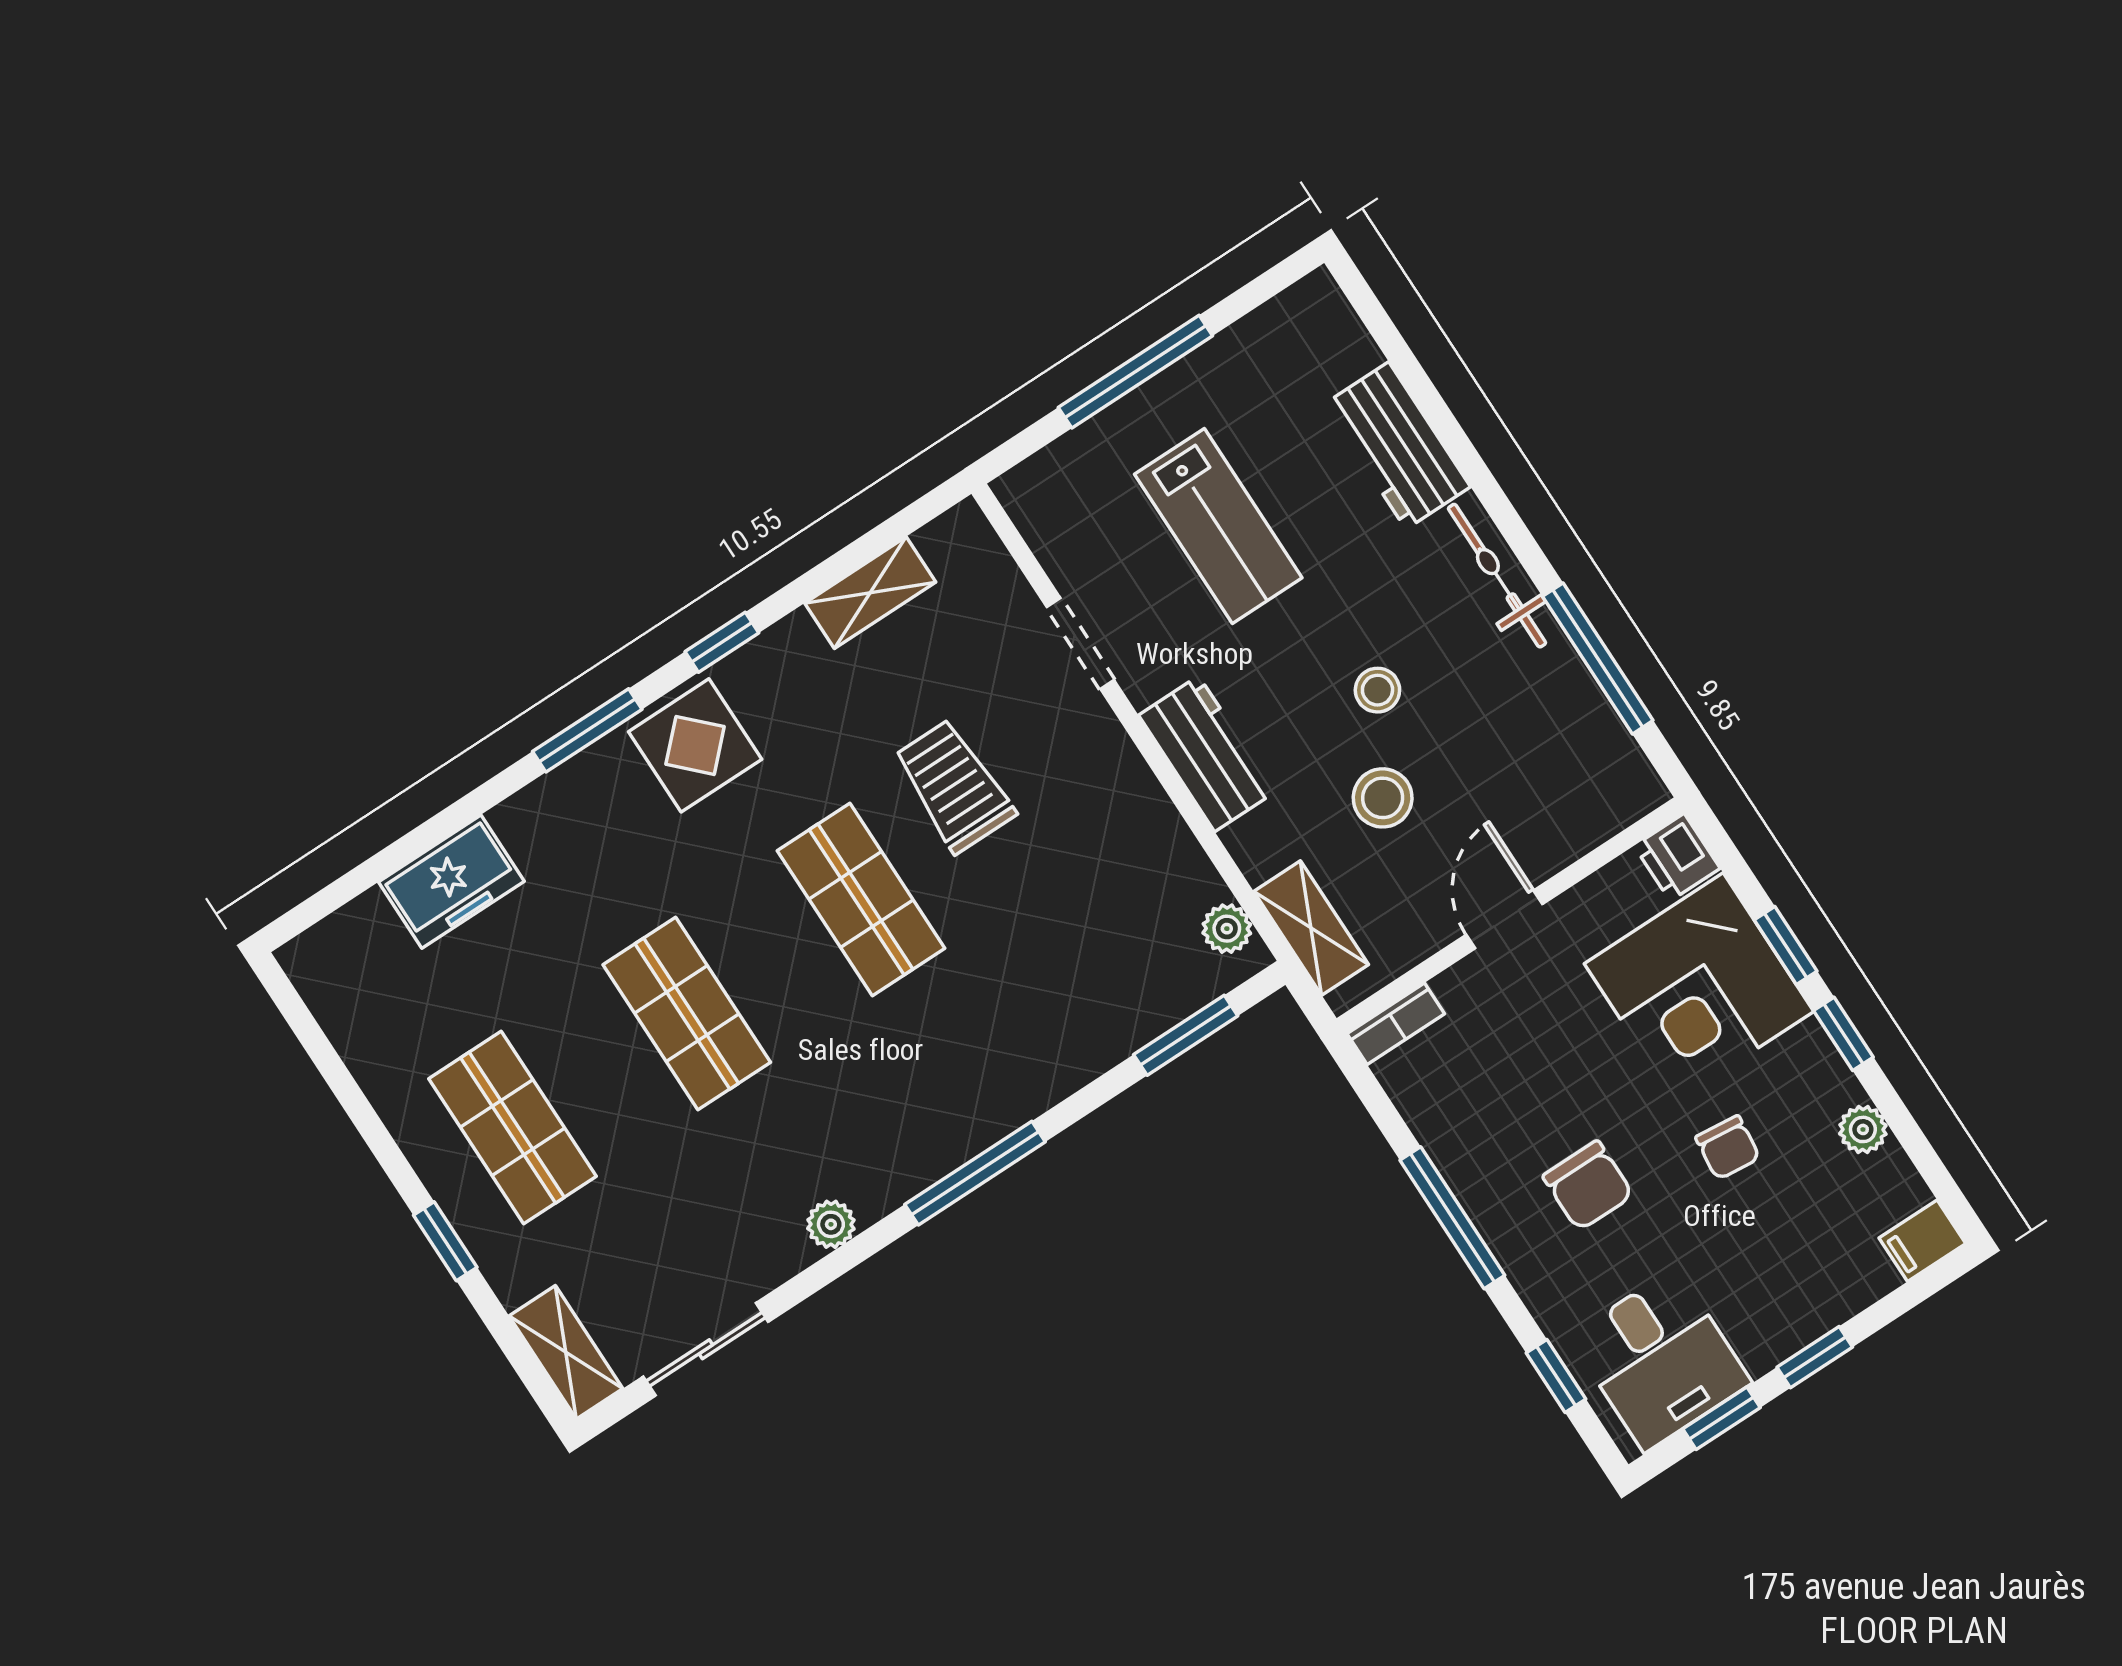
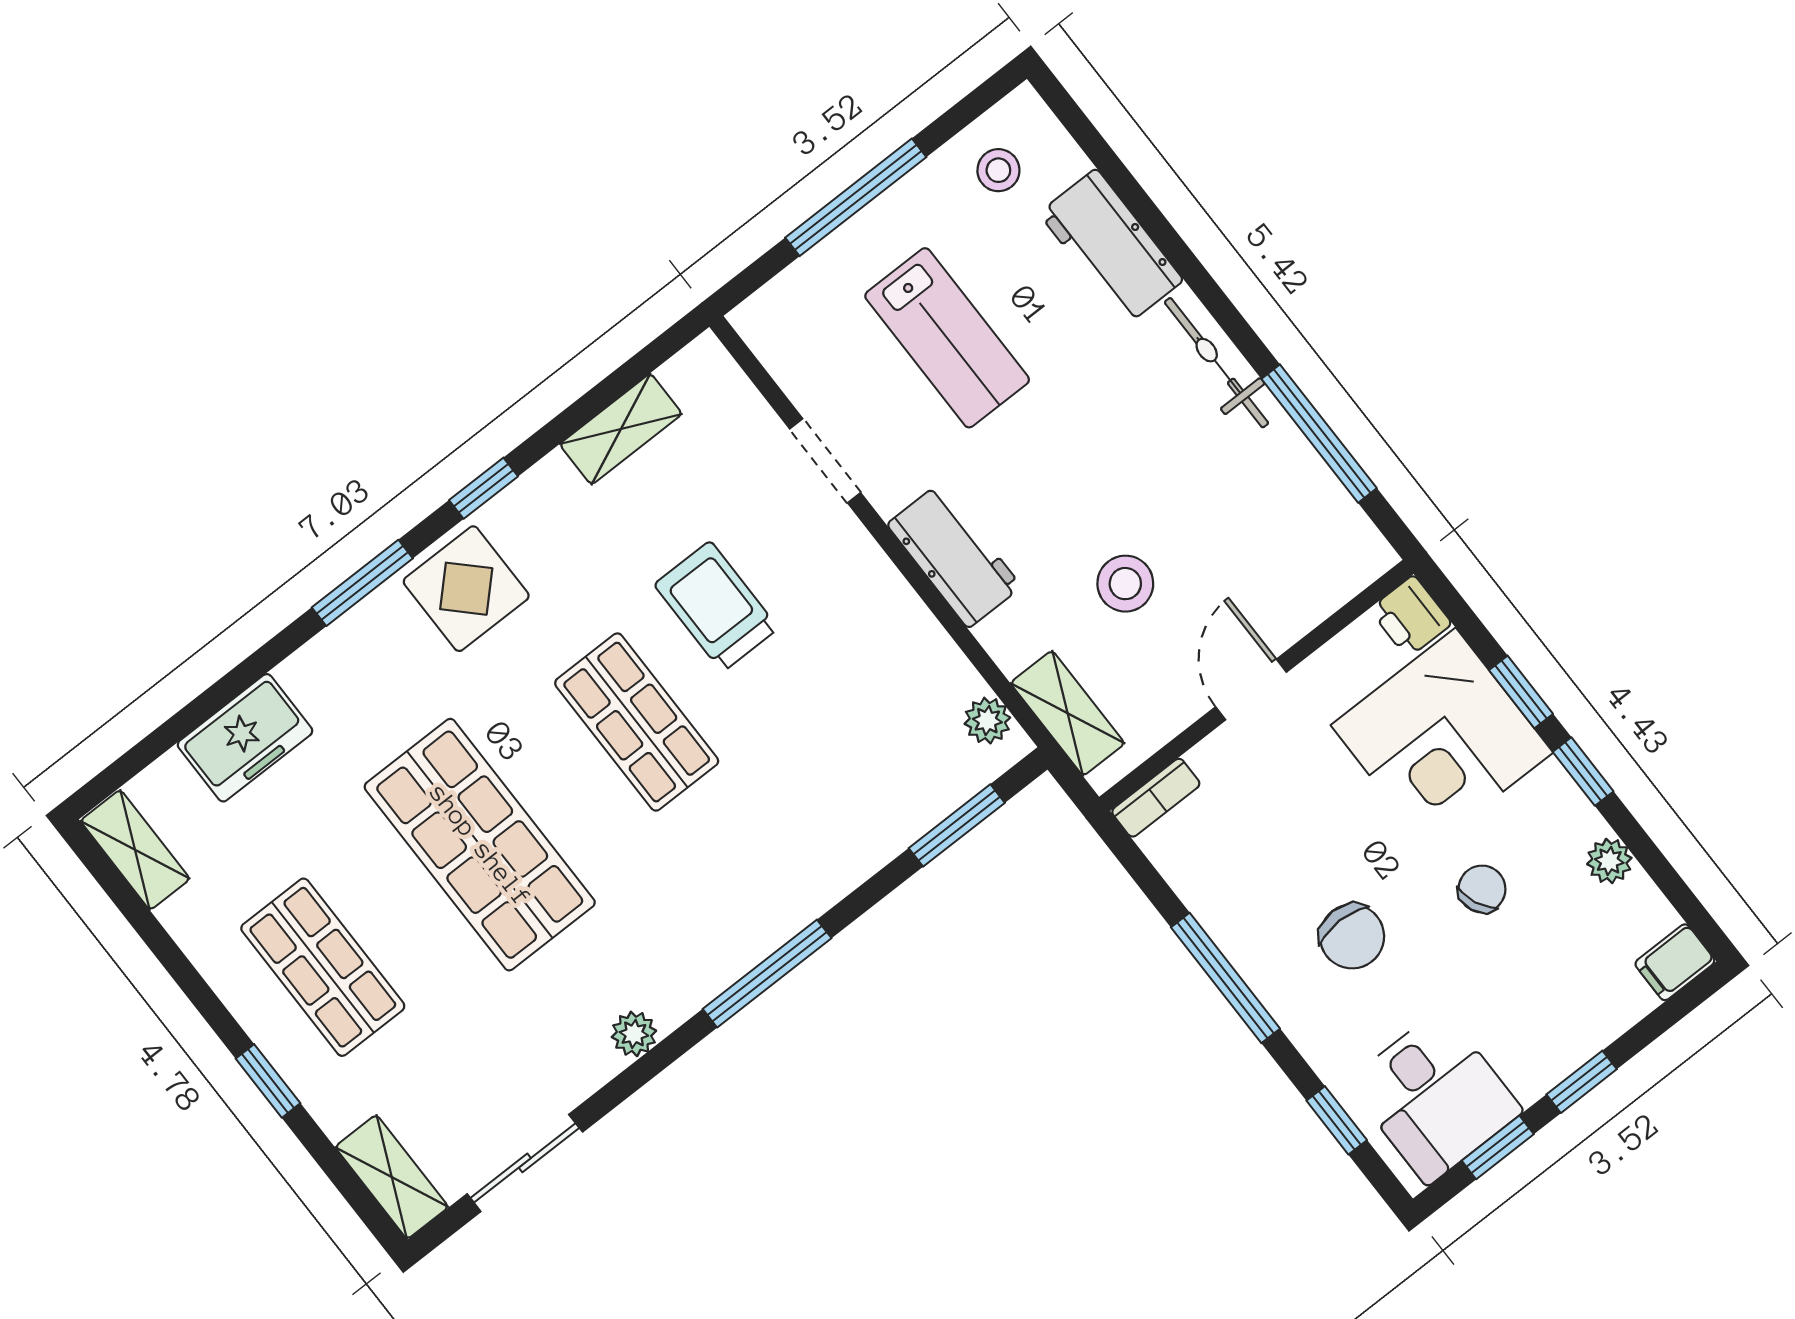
stool: (1377, 690) -> (998, 170), moved
shelving: (327, 989) -> (135, 850), added
shop shelf: (687, 1014) -> (480, 845), width x1.43, depth x1.36
chair: (1728, 1148) -> (1482, 889), turned -120

